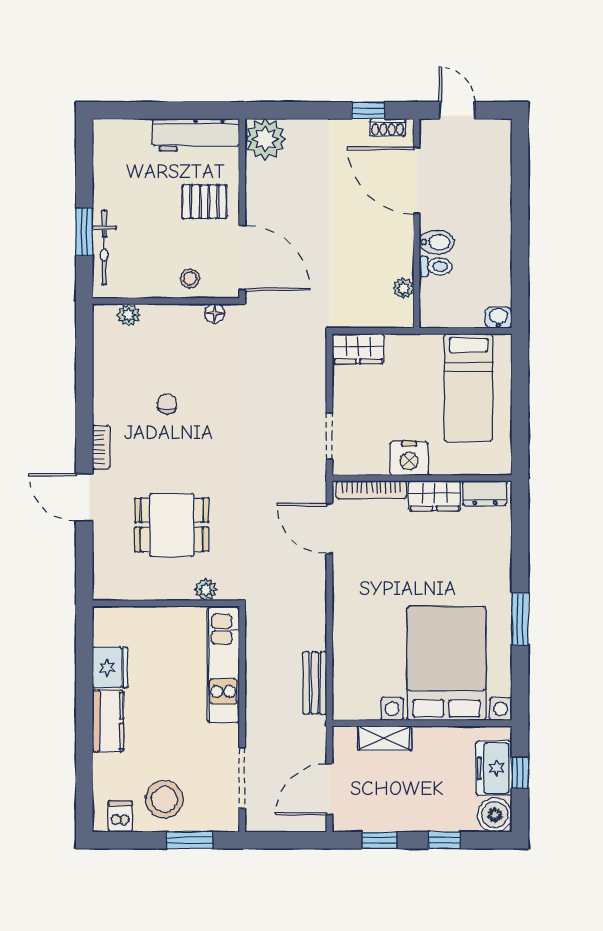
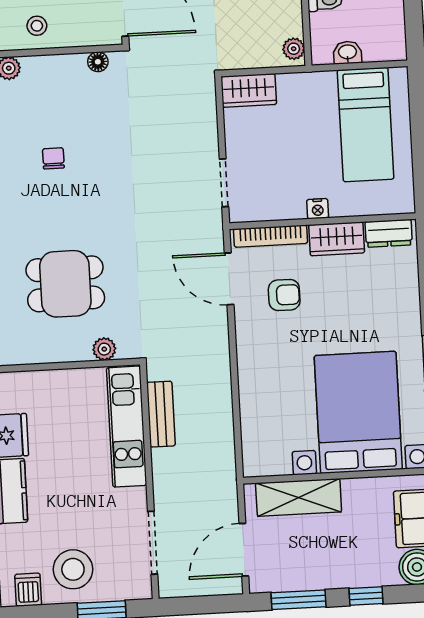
stool: (190, 279) -> (37, 26), moved
plant: (403, 288) -> (294, 49), moved
washbasin: (499, 317) -> (347, 53), moved
nightstand: (409, 458) -> (318, 209), width x0.53, depth x0.56
armchair: (381, 547) -> (284, 295), added
bench: (315, 683) -> (161, 414), moved
shelving: (385, 738) -> (299, 497), width x1.50, depth x1.33
window: (379, 840) -> (299, 600), width x1.50

